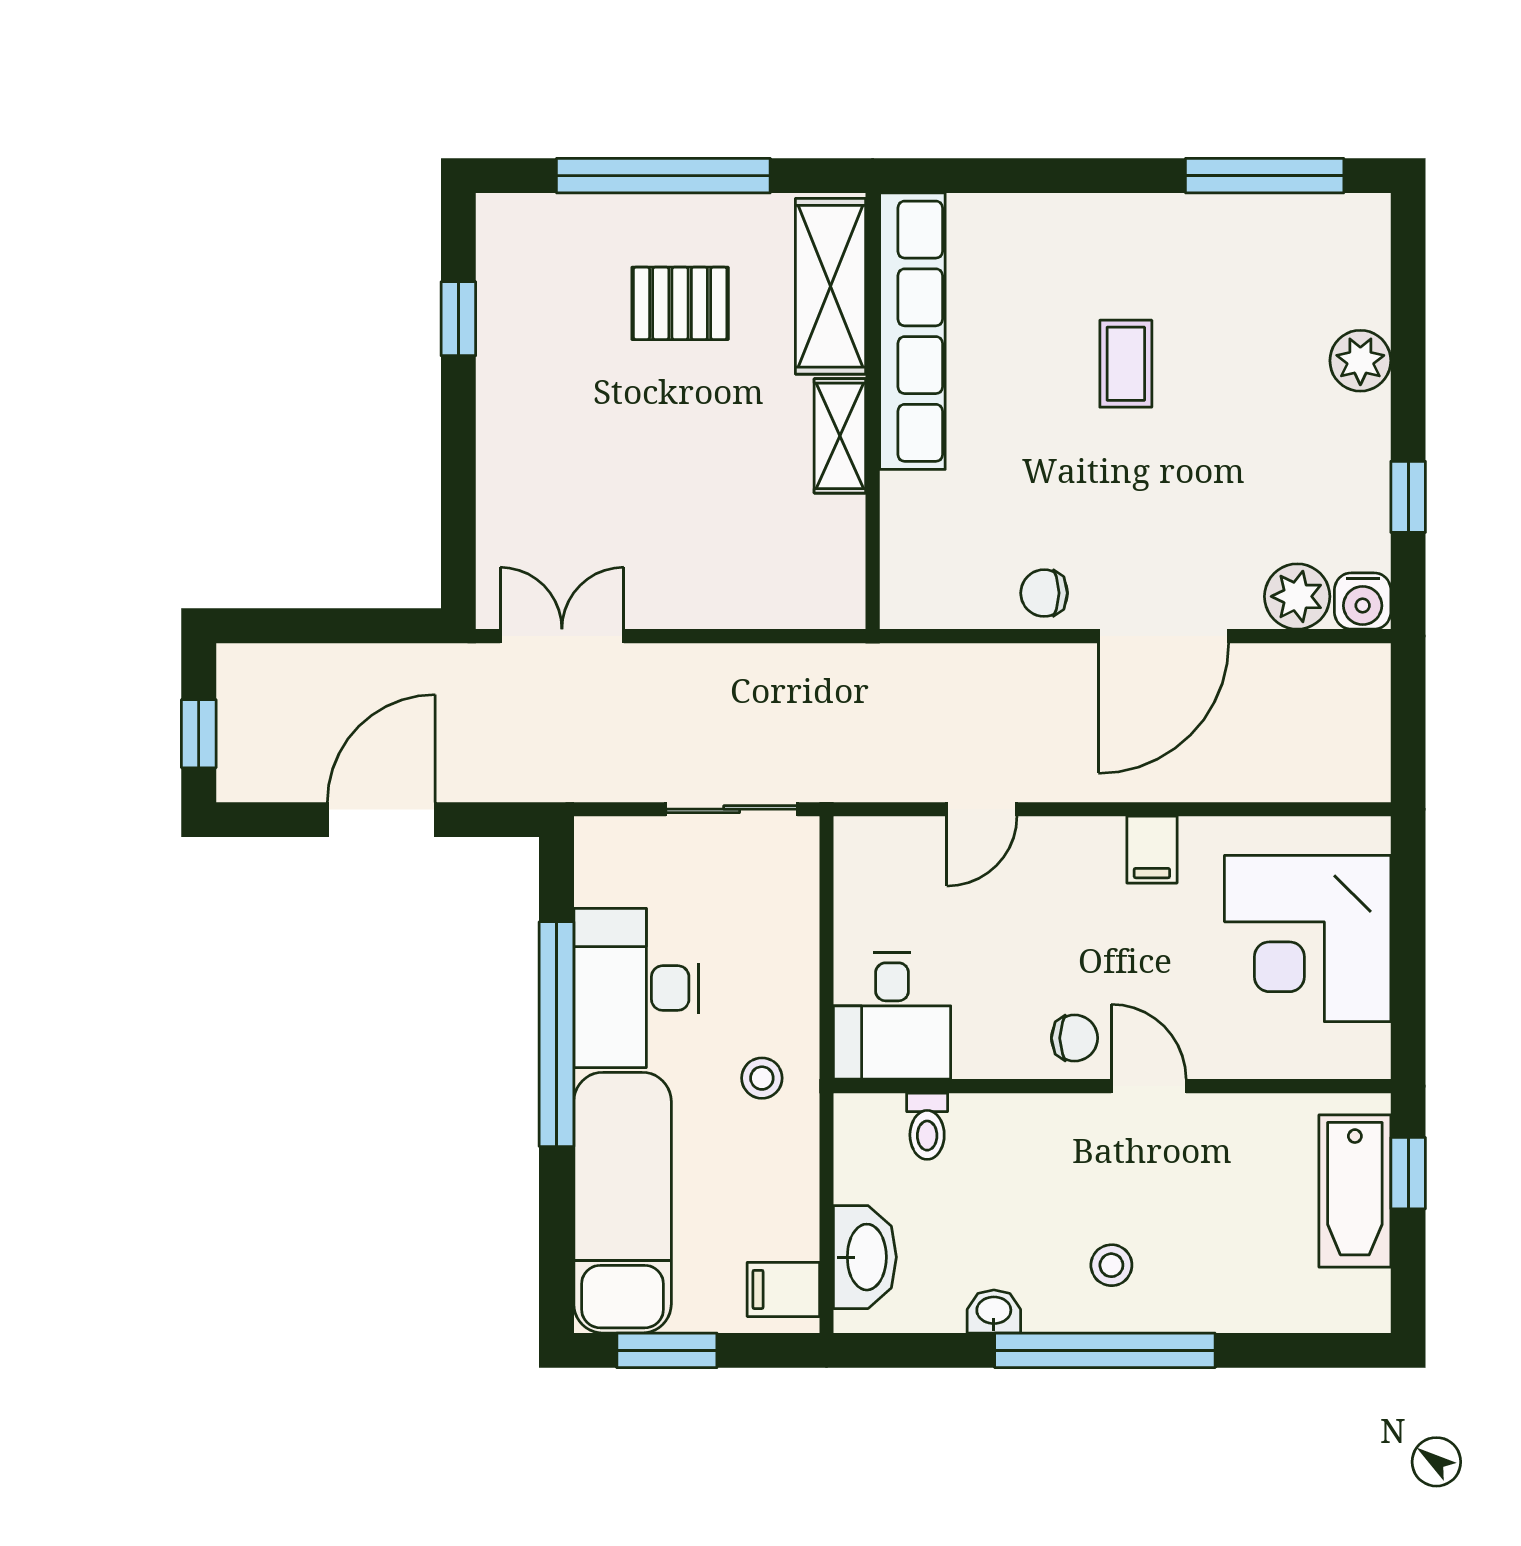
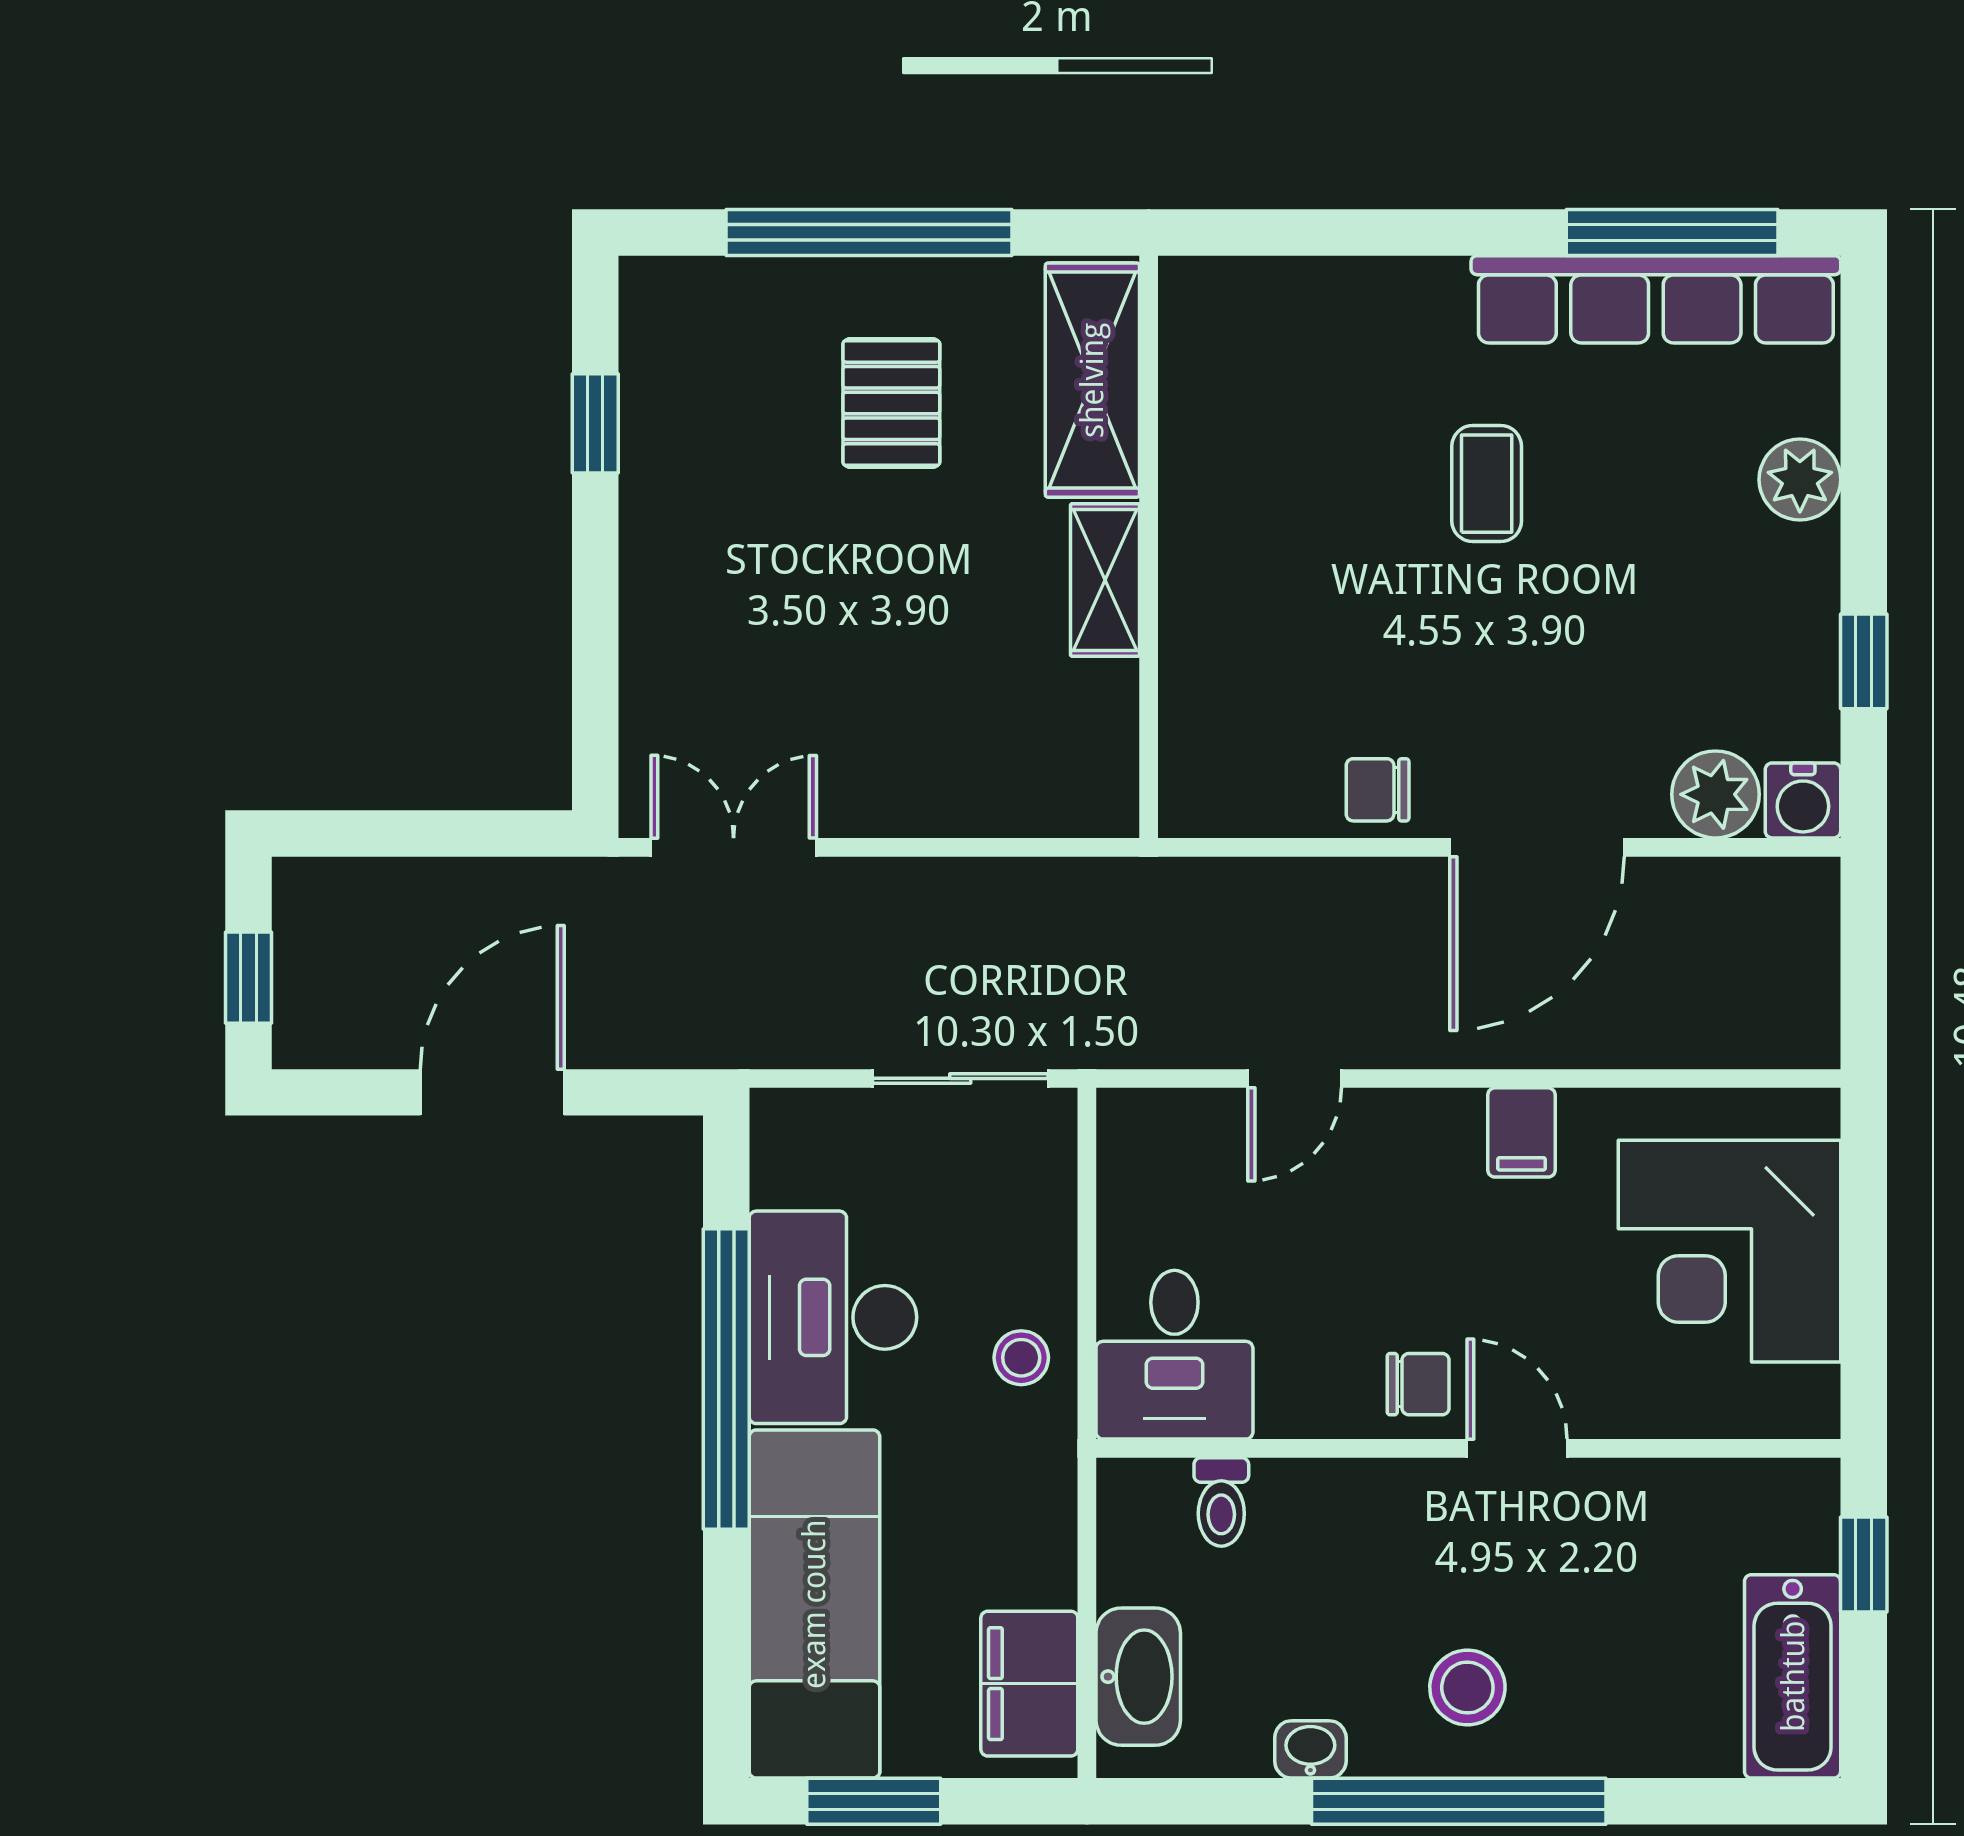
pallet: (680, 303) -> (891, 403), turned 90
row of seats: (912, 331) -> (1656, 299), moved, turned 90
stool: (762, 1078) -> (1021, 1358), moved
bathtub: (1355, 1191) -> (1793, 1676), moved
stool: (1111, 1265) -> (1467, 1687), width x1.37, depth x1.37
filing cabinet: (783, 1289) -> (1029, 1684), width x2.00

